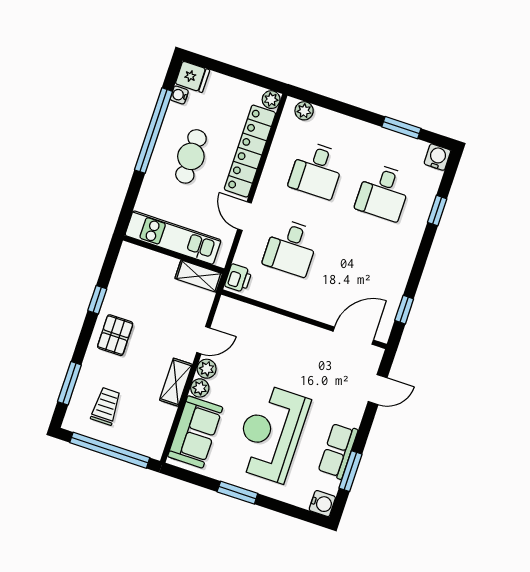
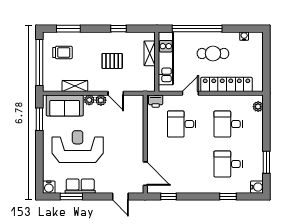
fridge: (192, 77) -> (256, 40), removed
plant: (271, 100) -> (258, 87), removed
window: (153, 131) -> (197, 29), moved
shelving: (199, 276) -> (150, 53), moved
pallet: (115, 335) -> (112, 61), moved
shelving: (176, 382) -> (75, 86), moved
window: (237, 493) -> (39, 119), moved

